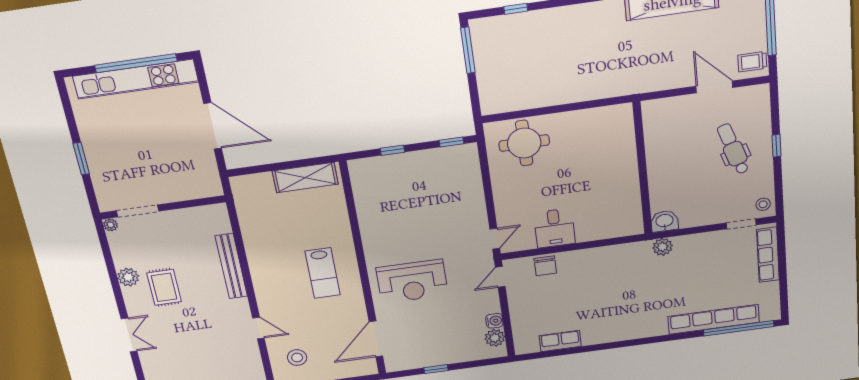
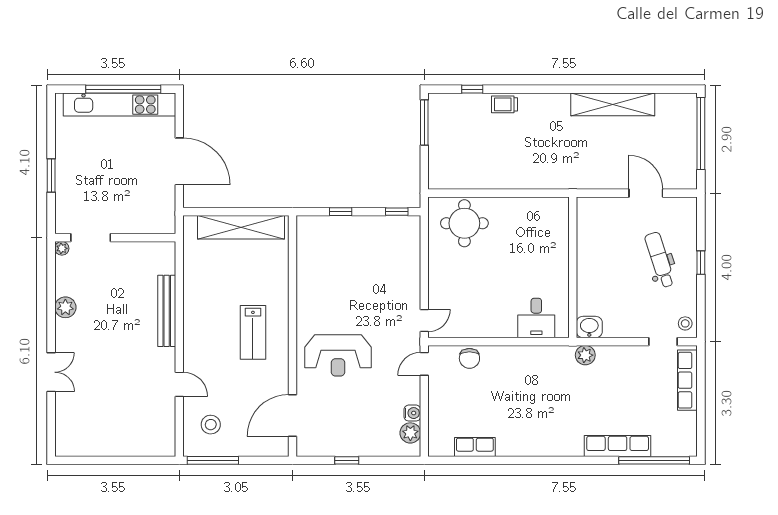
trolley: (752, 62) -> (505, 104), moved
shelving: (305, 178) -> (241, 227), width x1.47
desk: (554, 228) -> (536, 318), moved
rug: (164, 287) -> (97, 324), removed
row of seats: (714, 319) -> (618, 446), width x0.73

